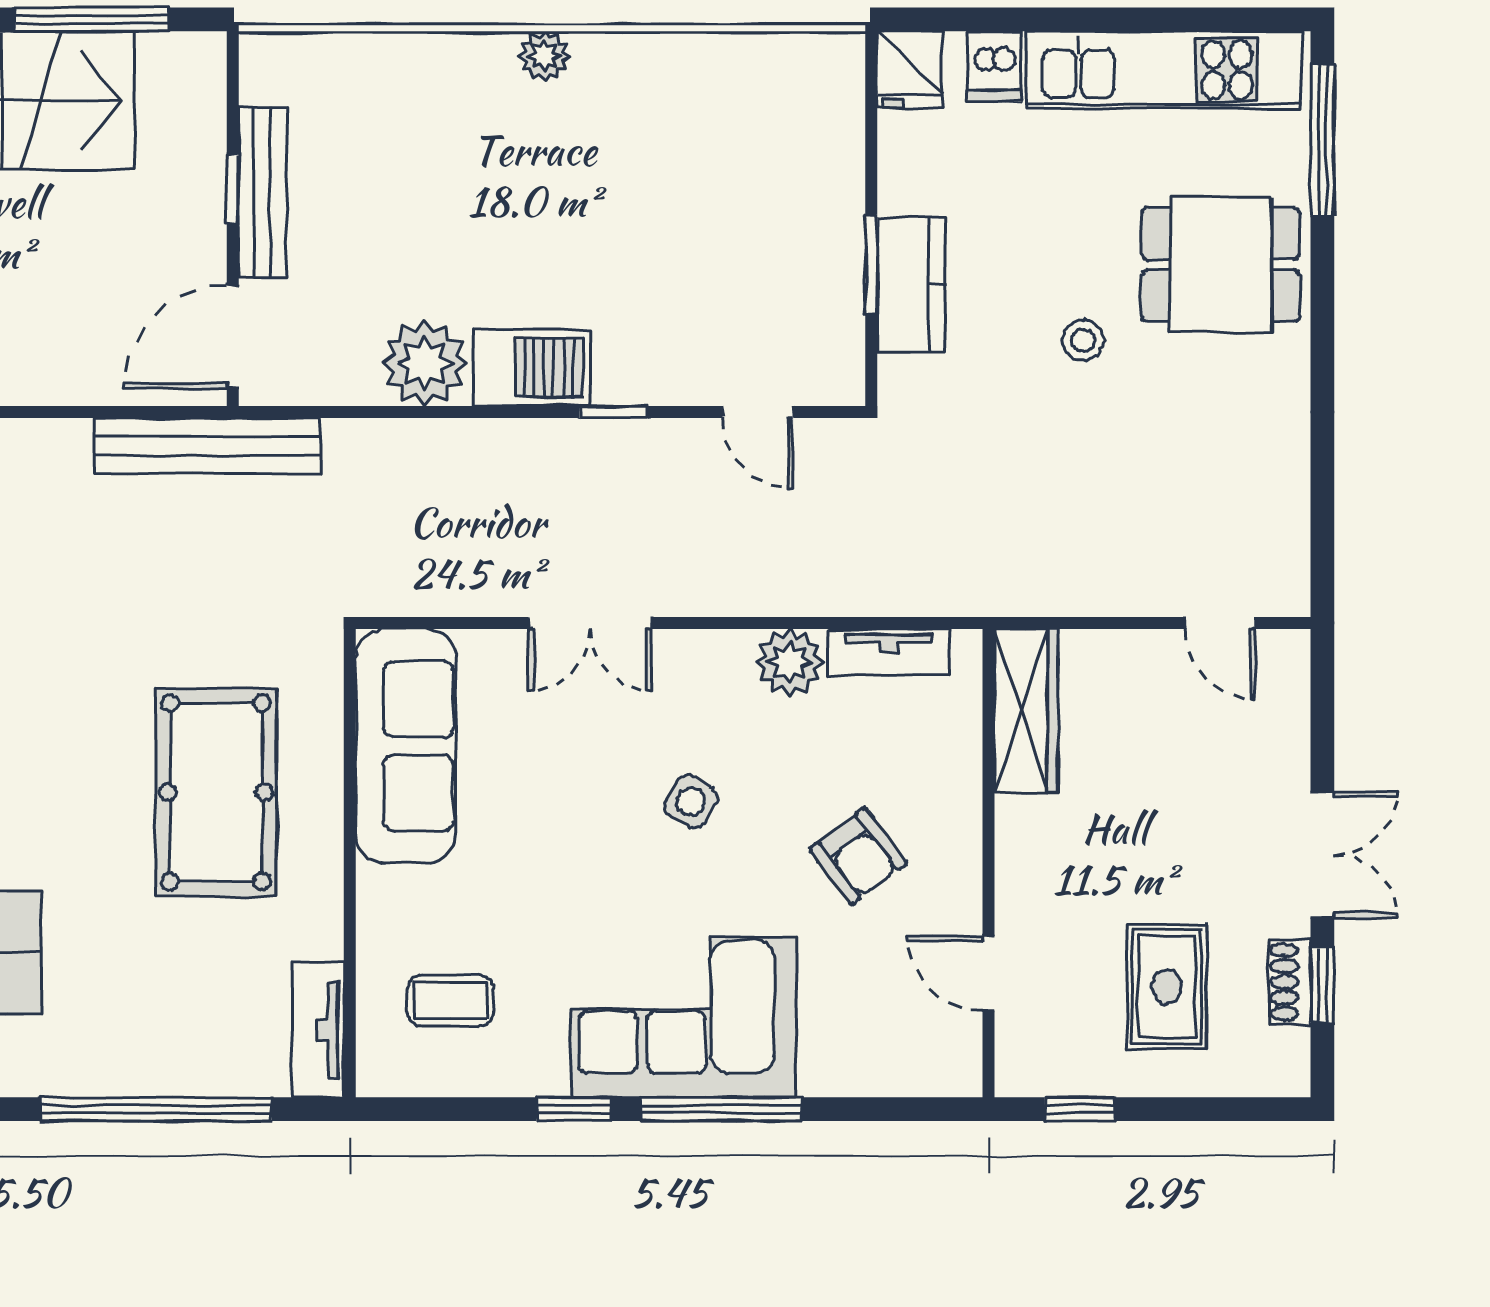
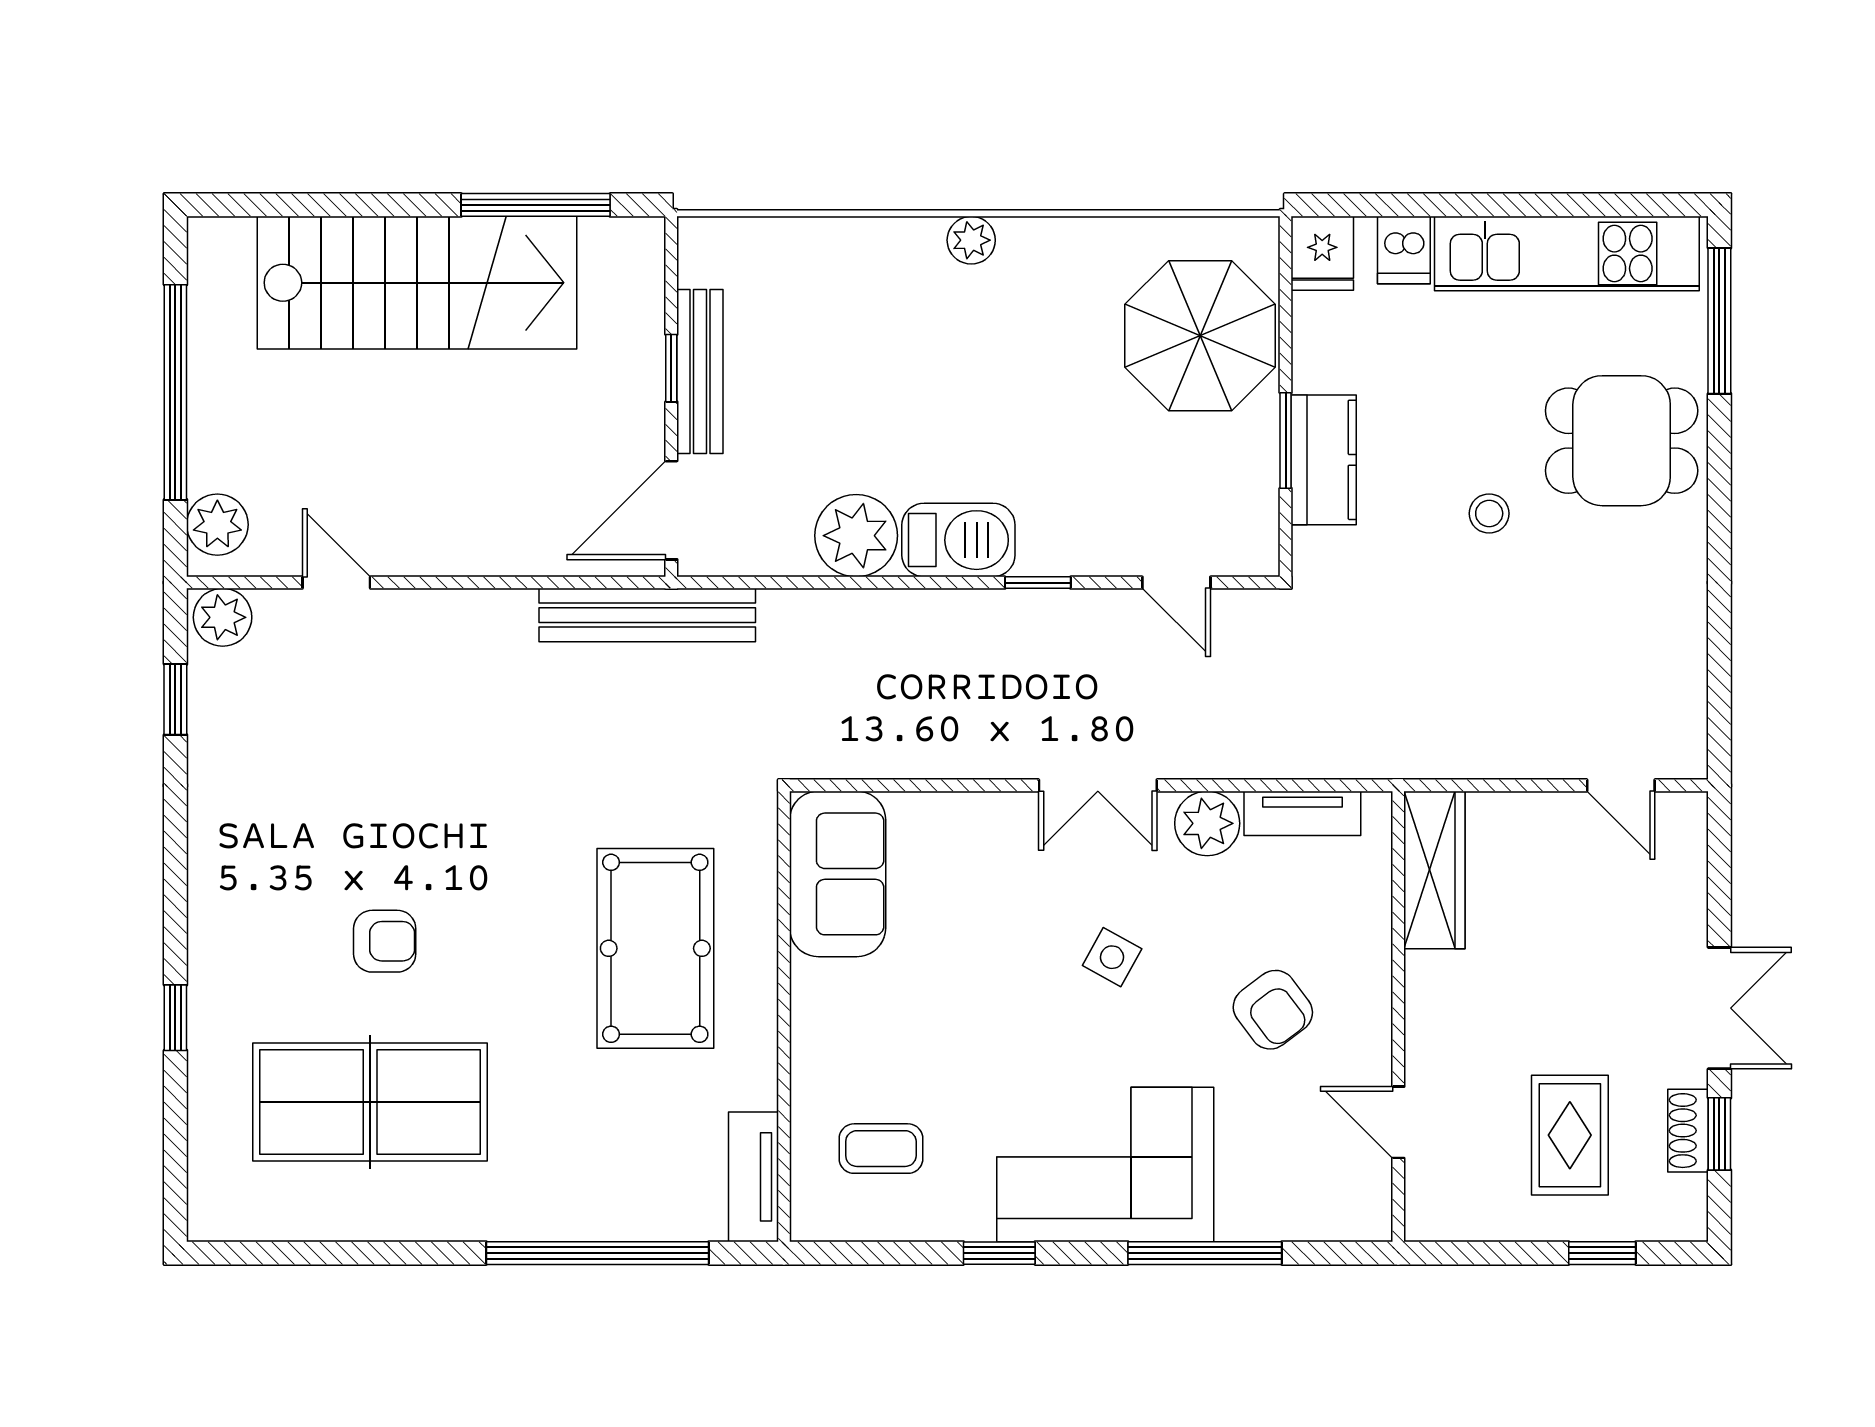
parasol: (782, 155) -> (1200, 336), added
double door: (590, 623) -> (1098, 785), moved
sofa: (406, 746) -> (838, 874), width x0.73
window: (721, 1109) -> (1205, 1253), moved
window: (1080, 1109) -> (1602, 1253), moved

